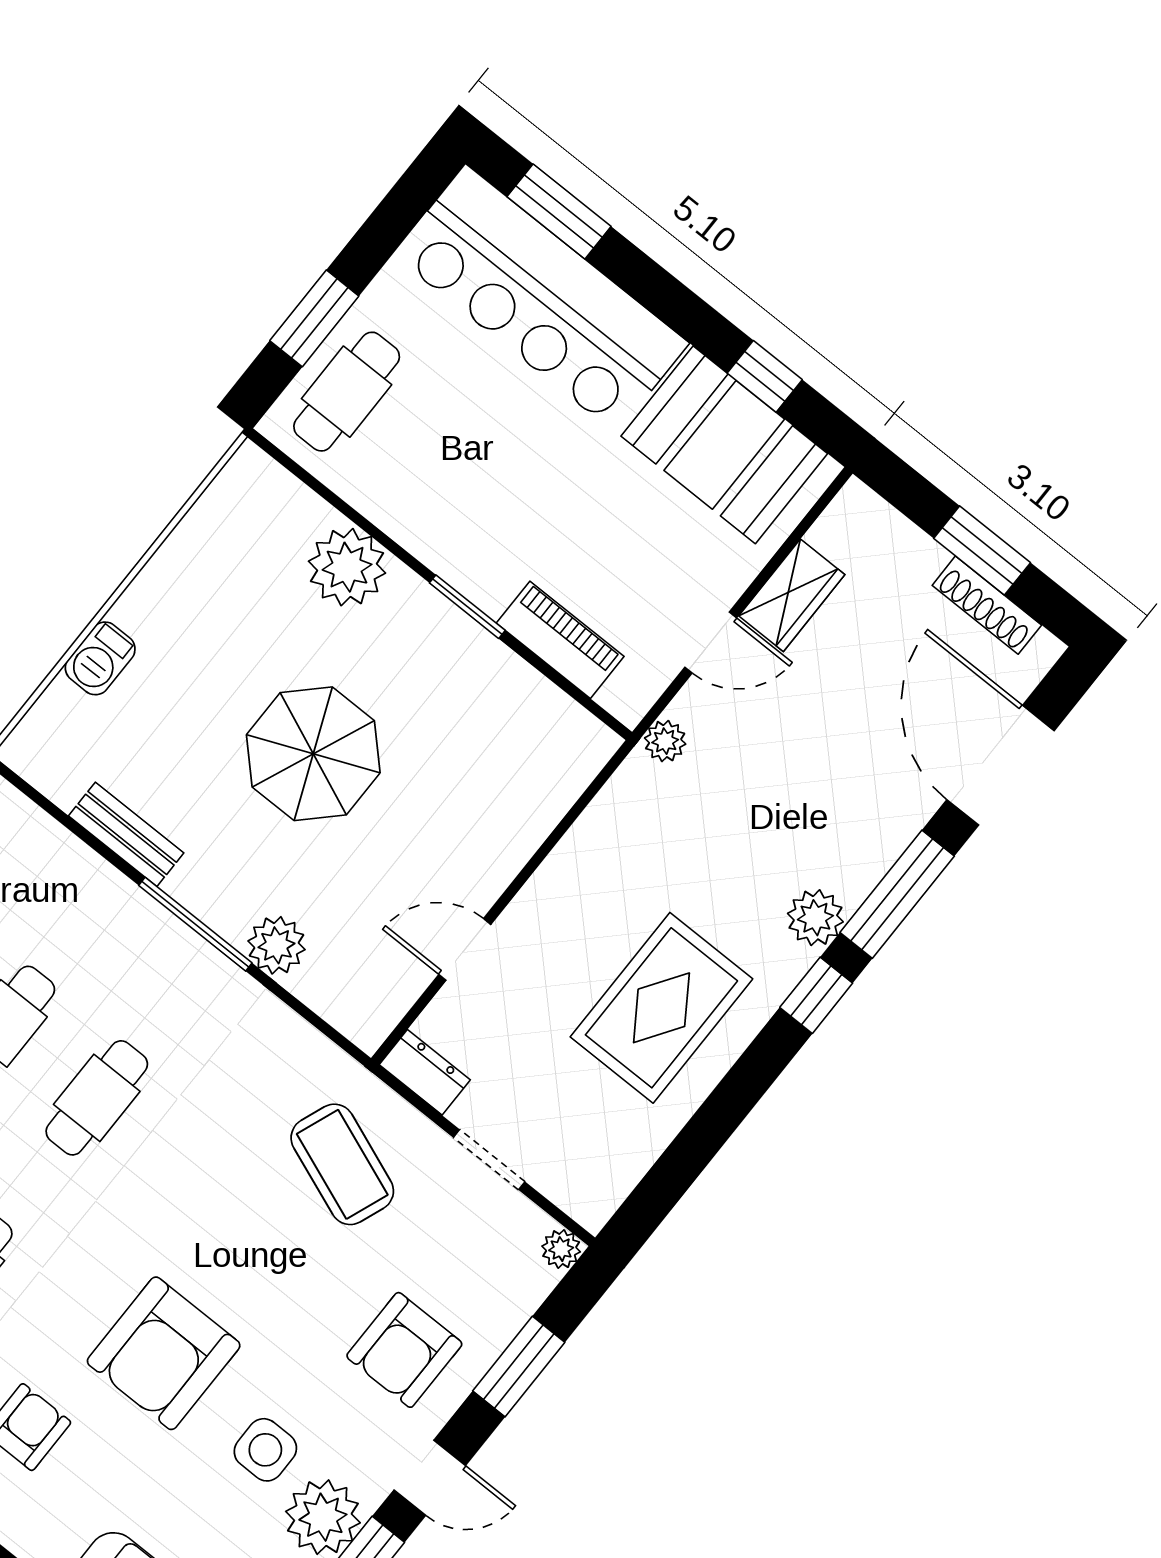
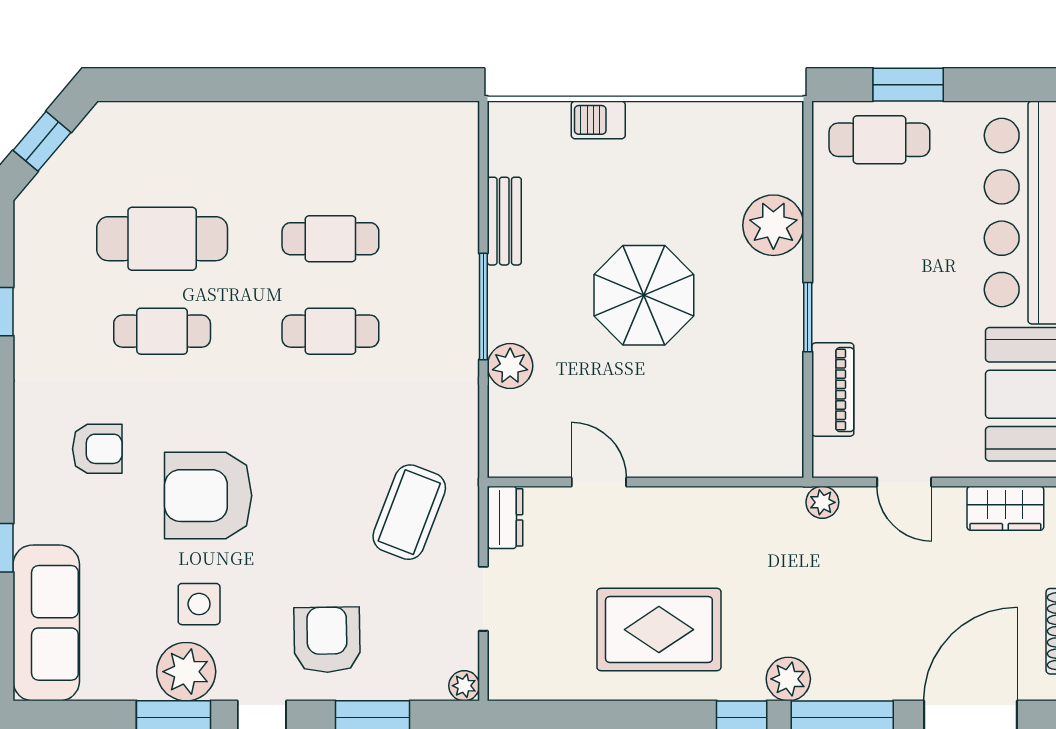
wardrobe: (792, 595) -> (1005, 508), moved
armchair: (404, 1350) -> (327, 640), turned 89

